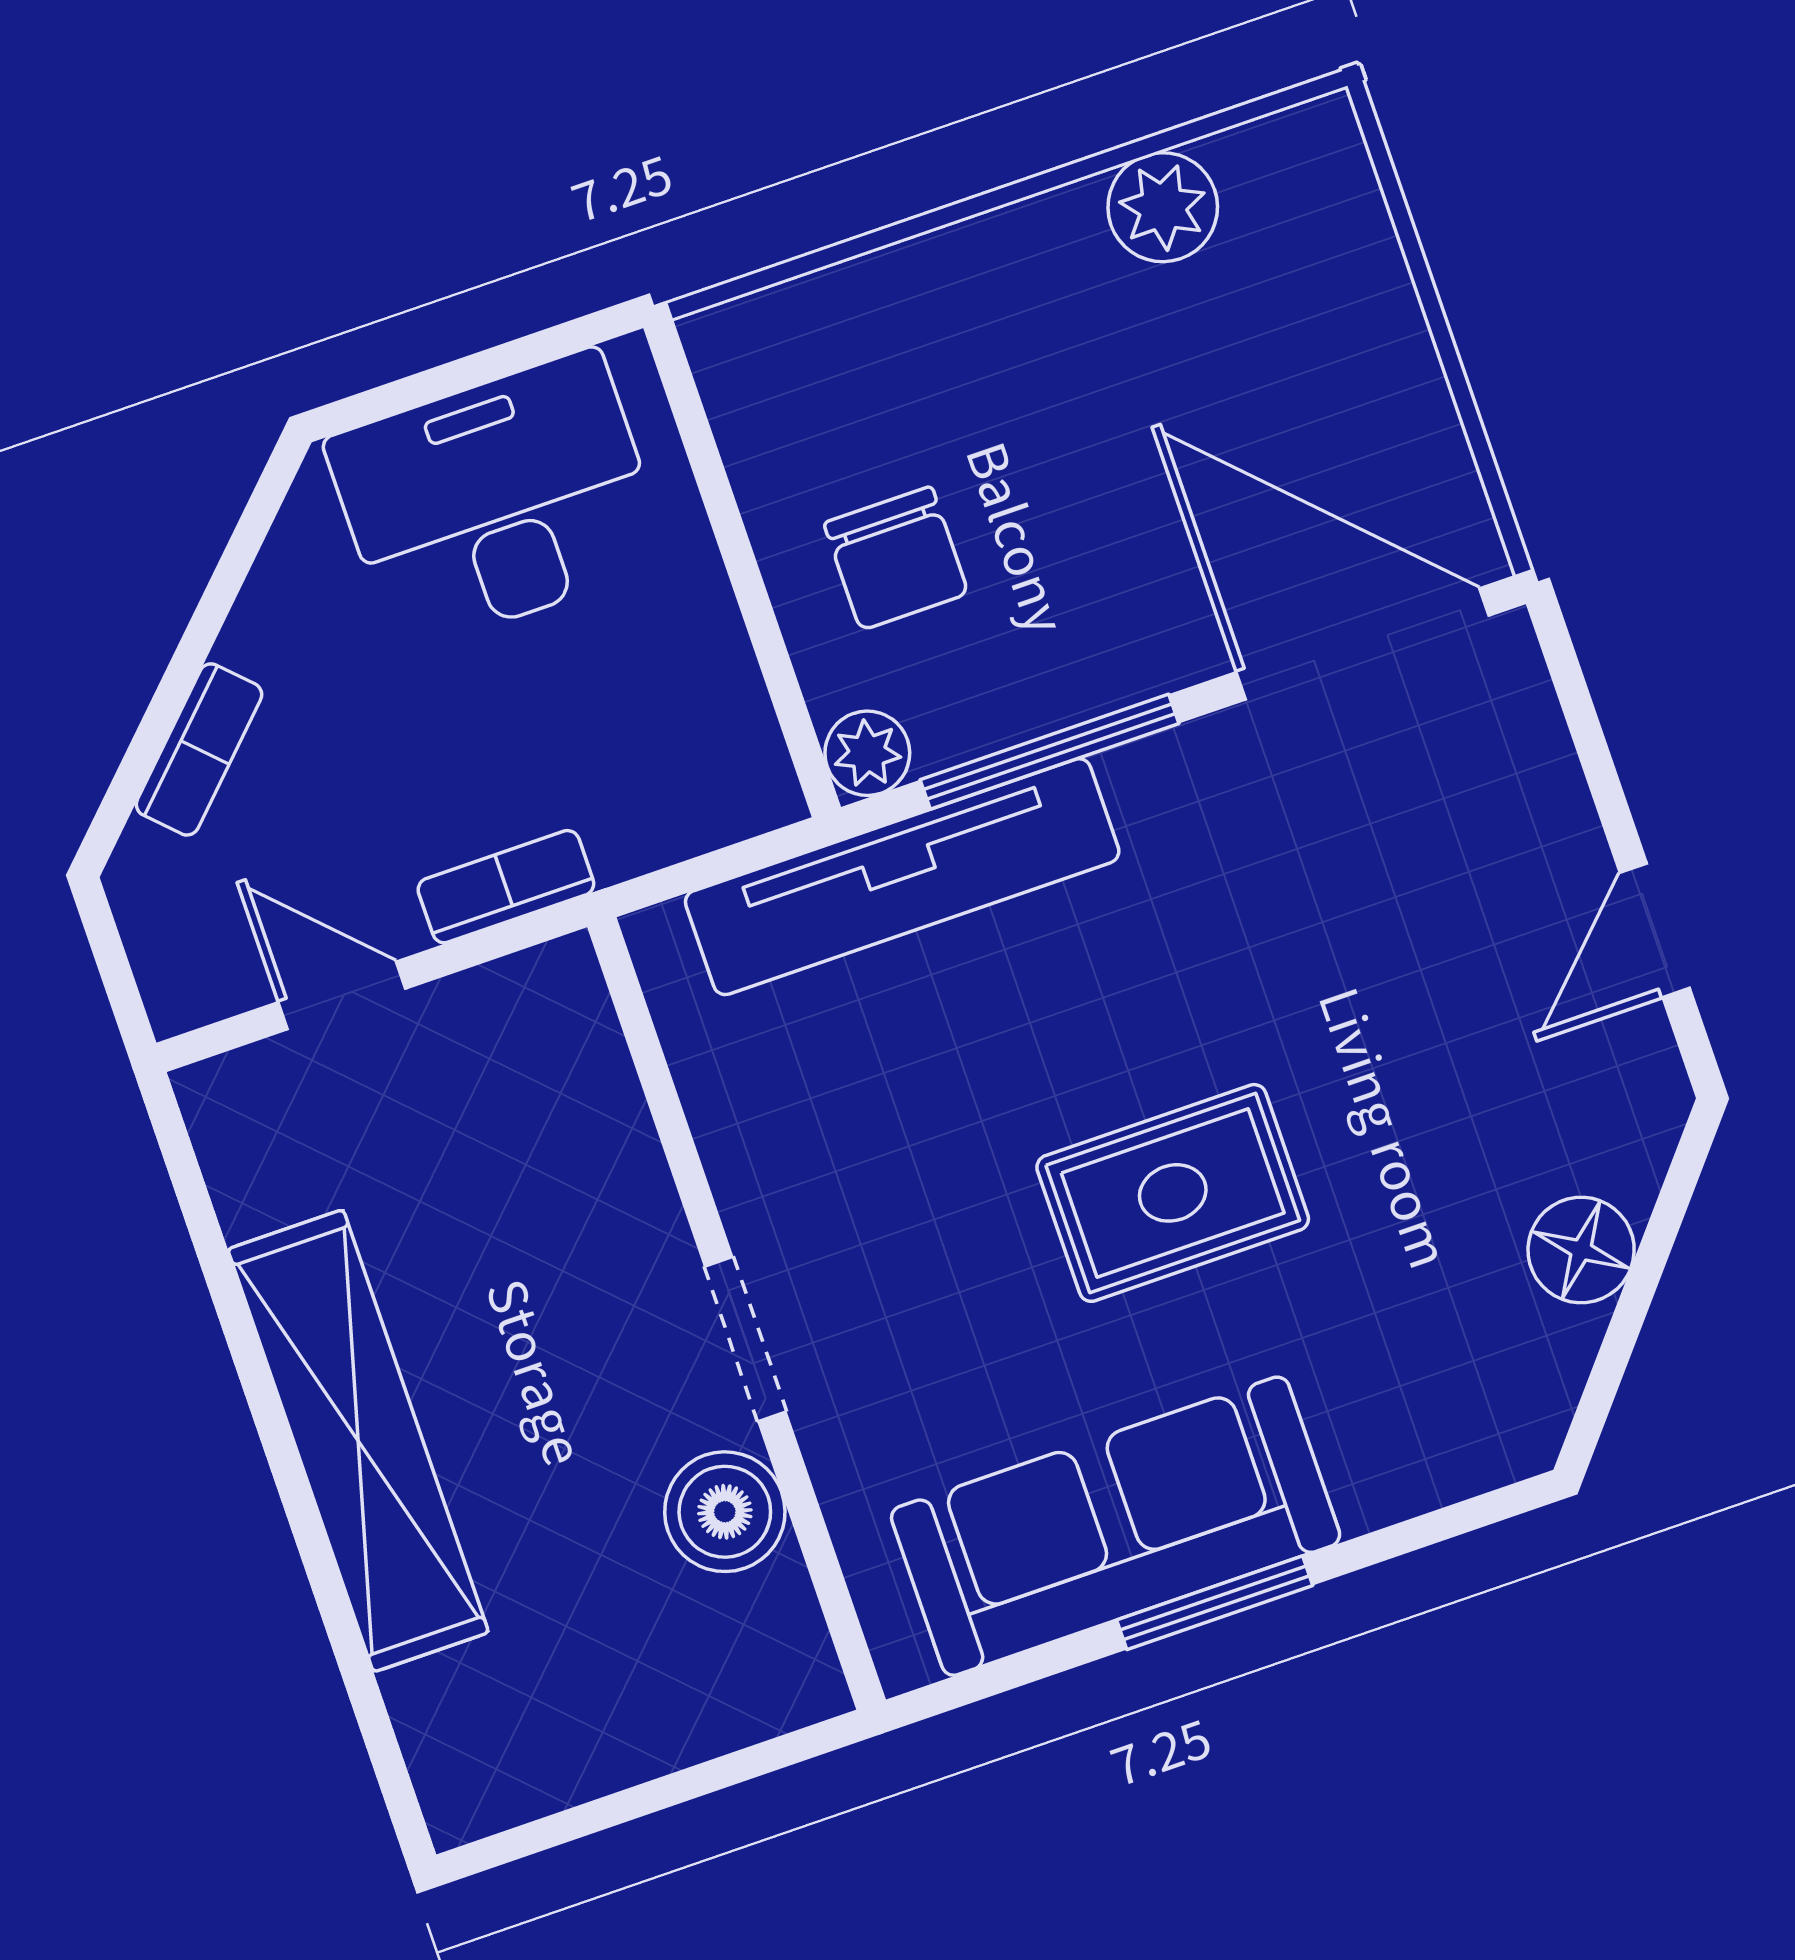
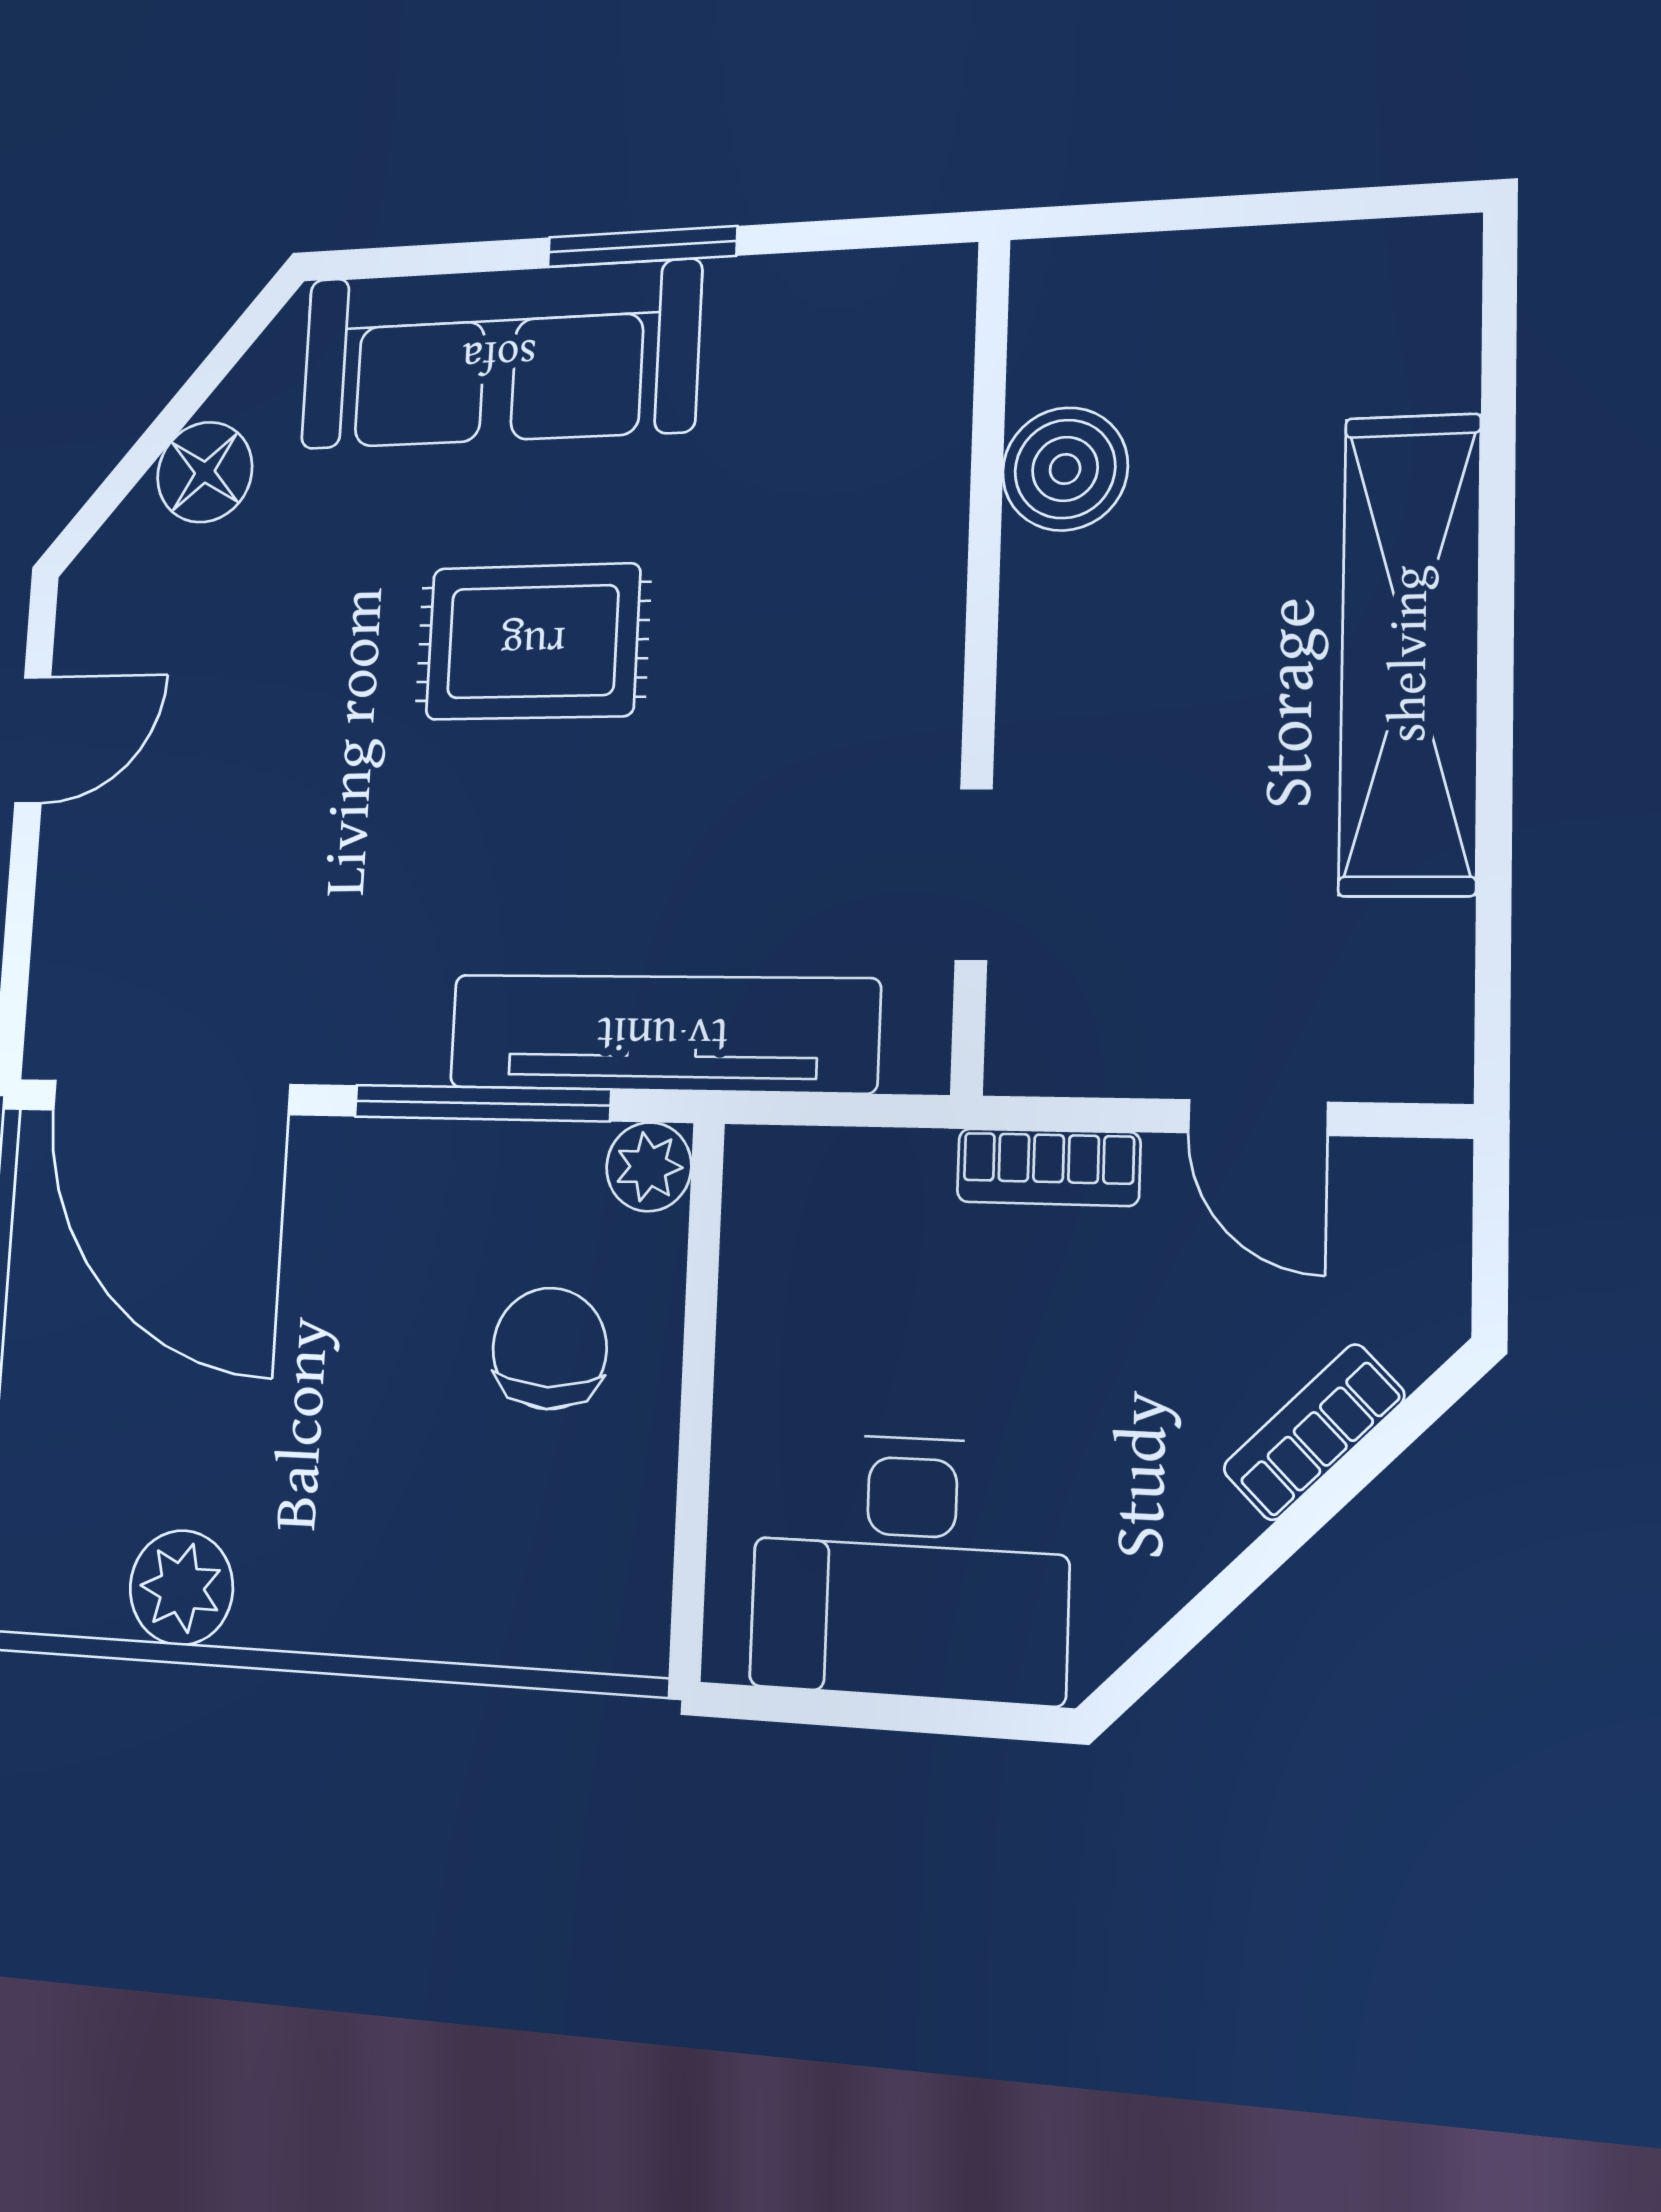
doorway: (745, 1339) -> (974, 874), moved
sofa: (1116, 1526) -> (499, 355), moved

